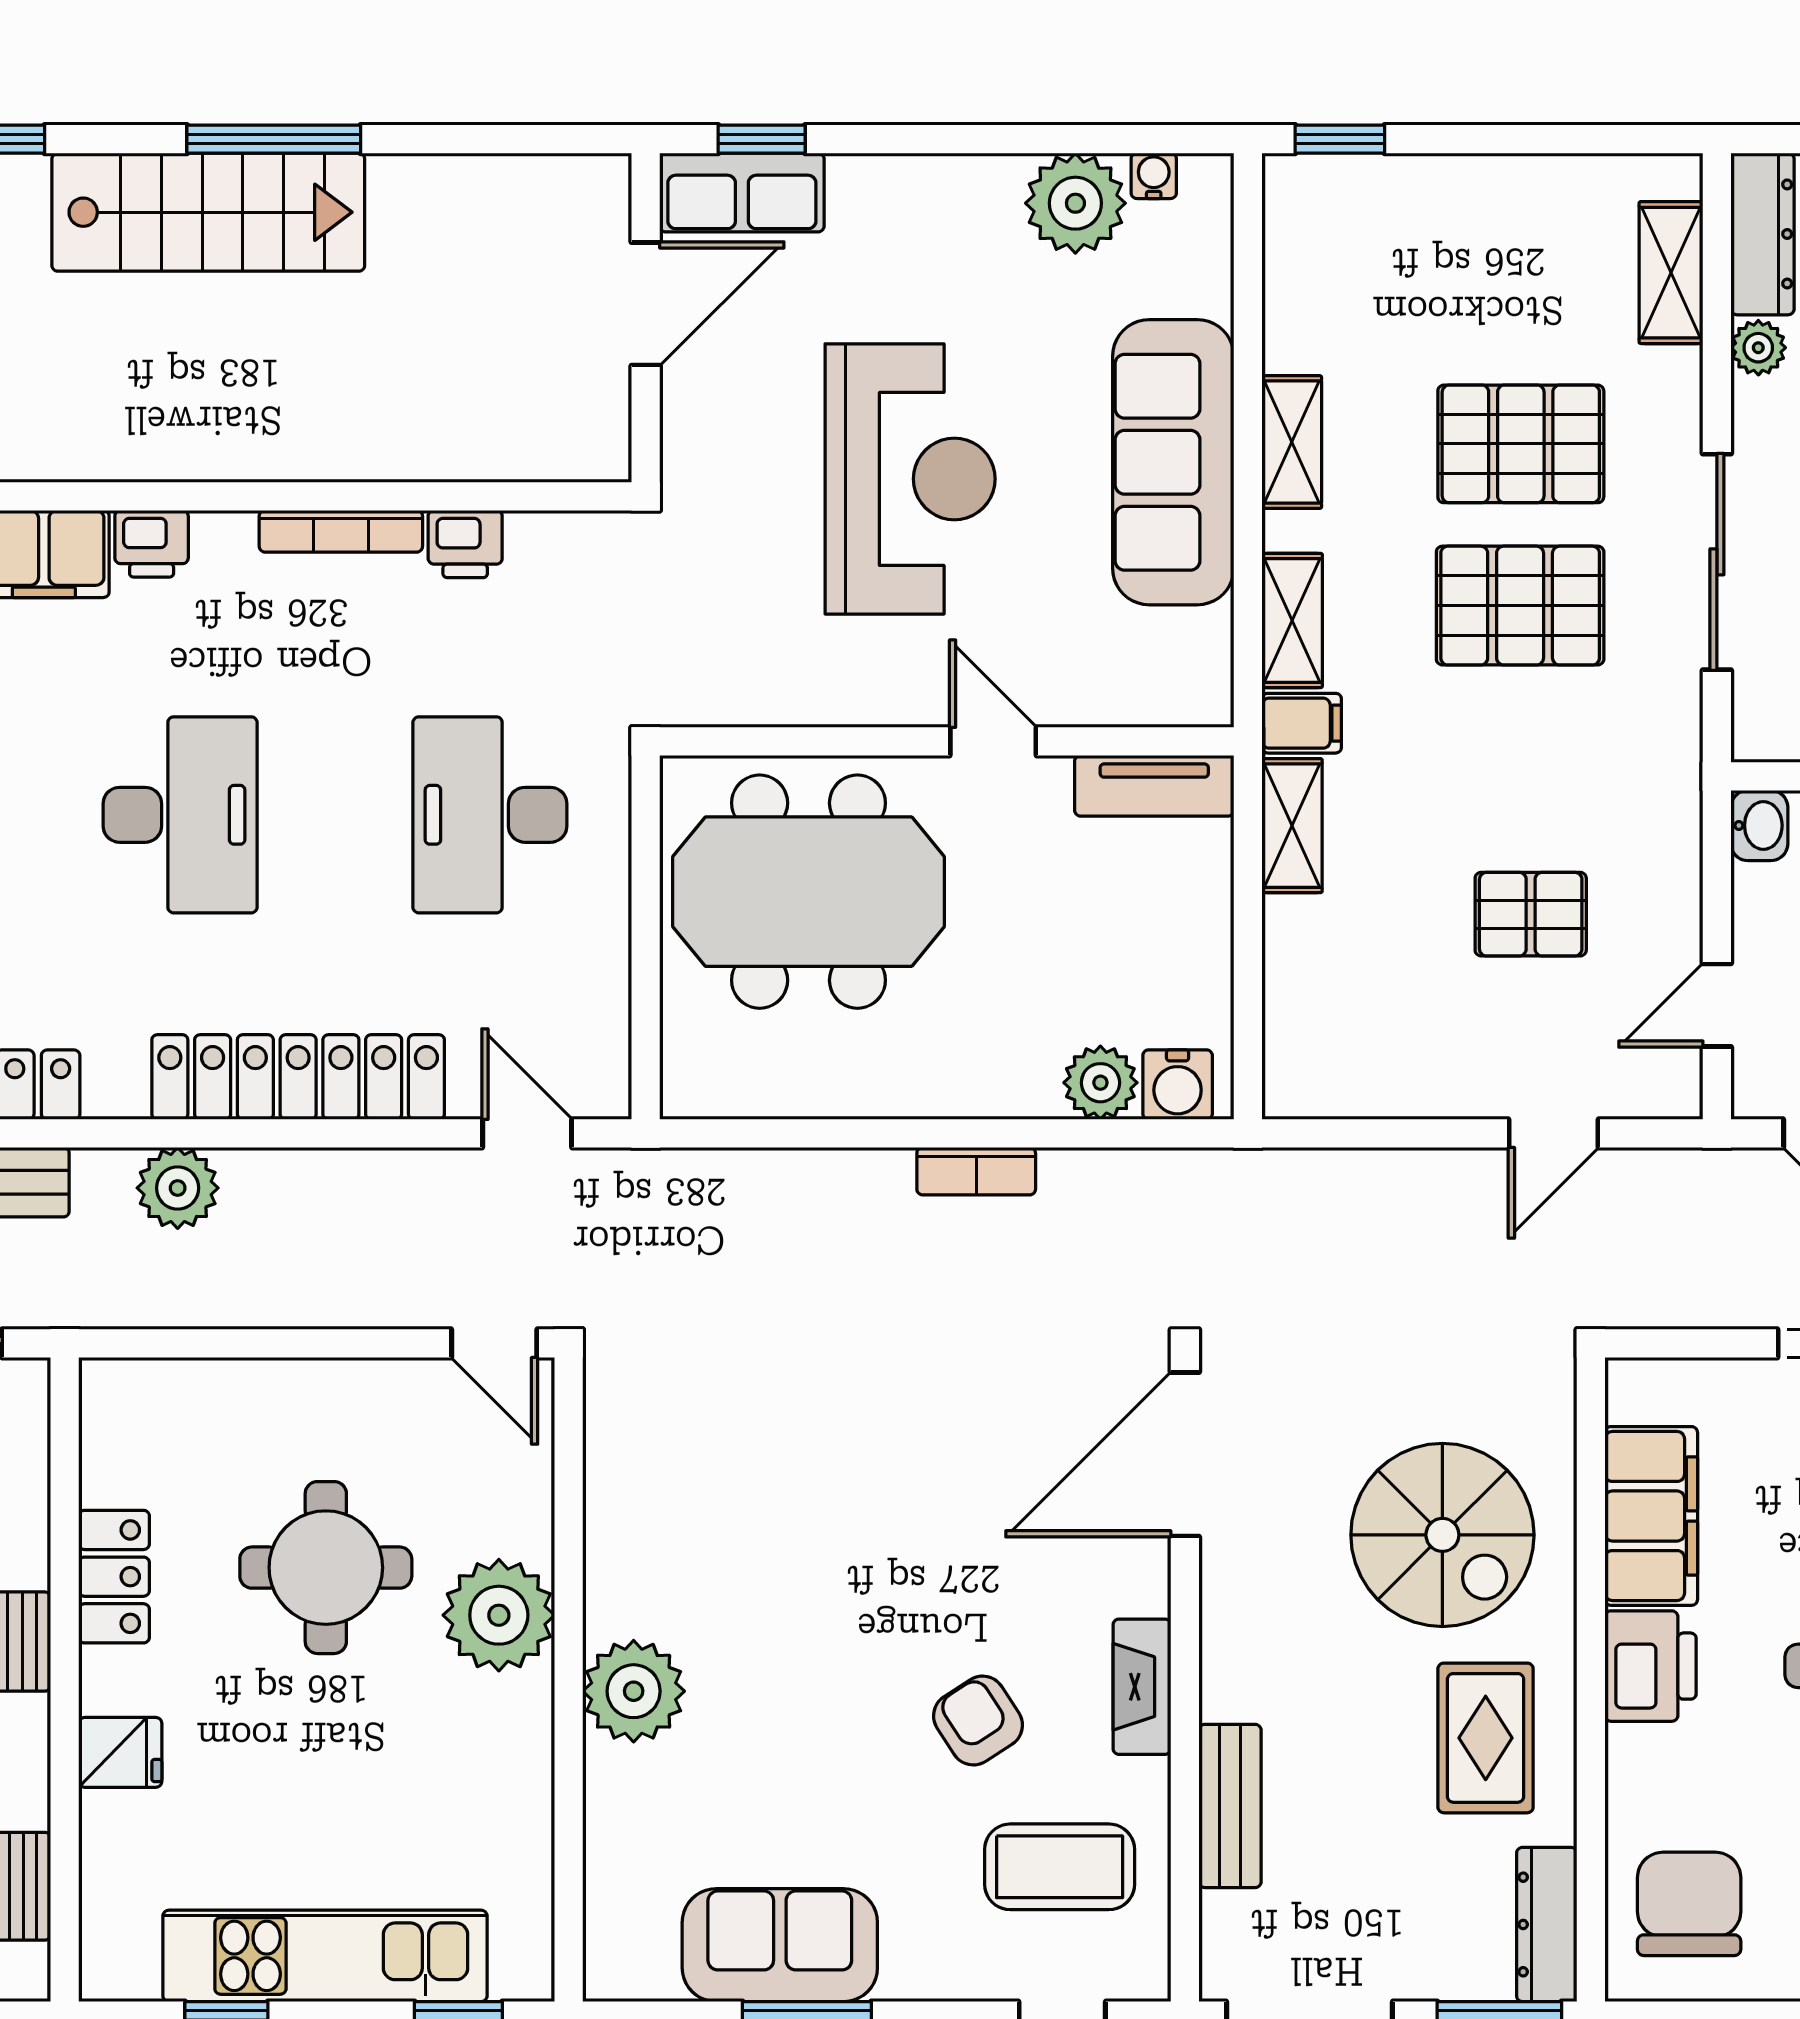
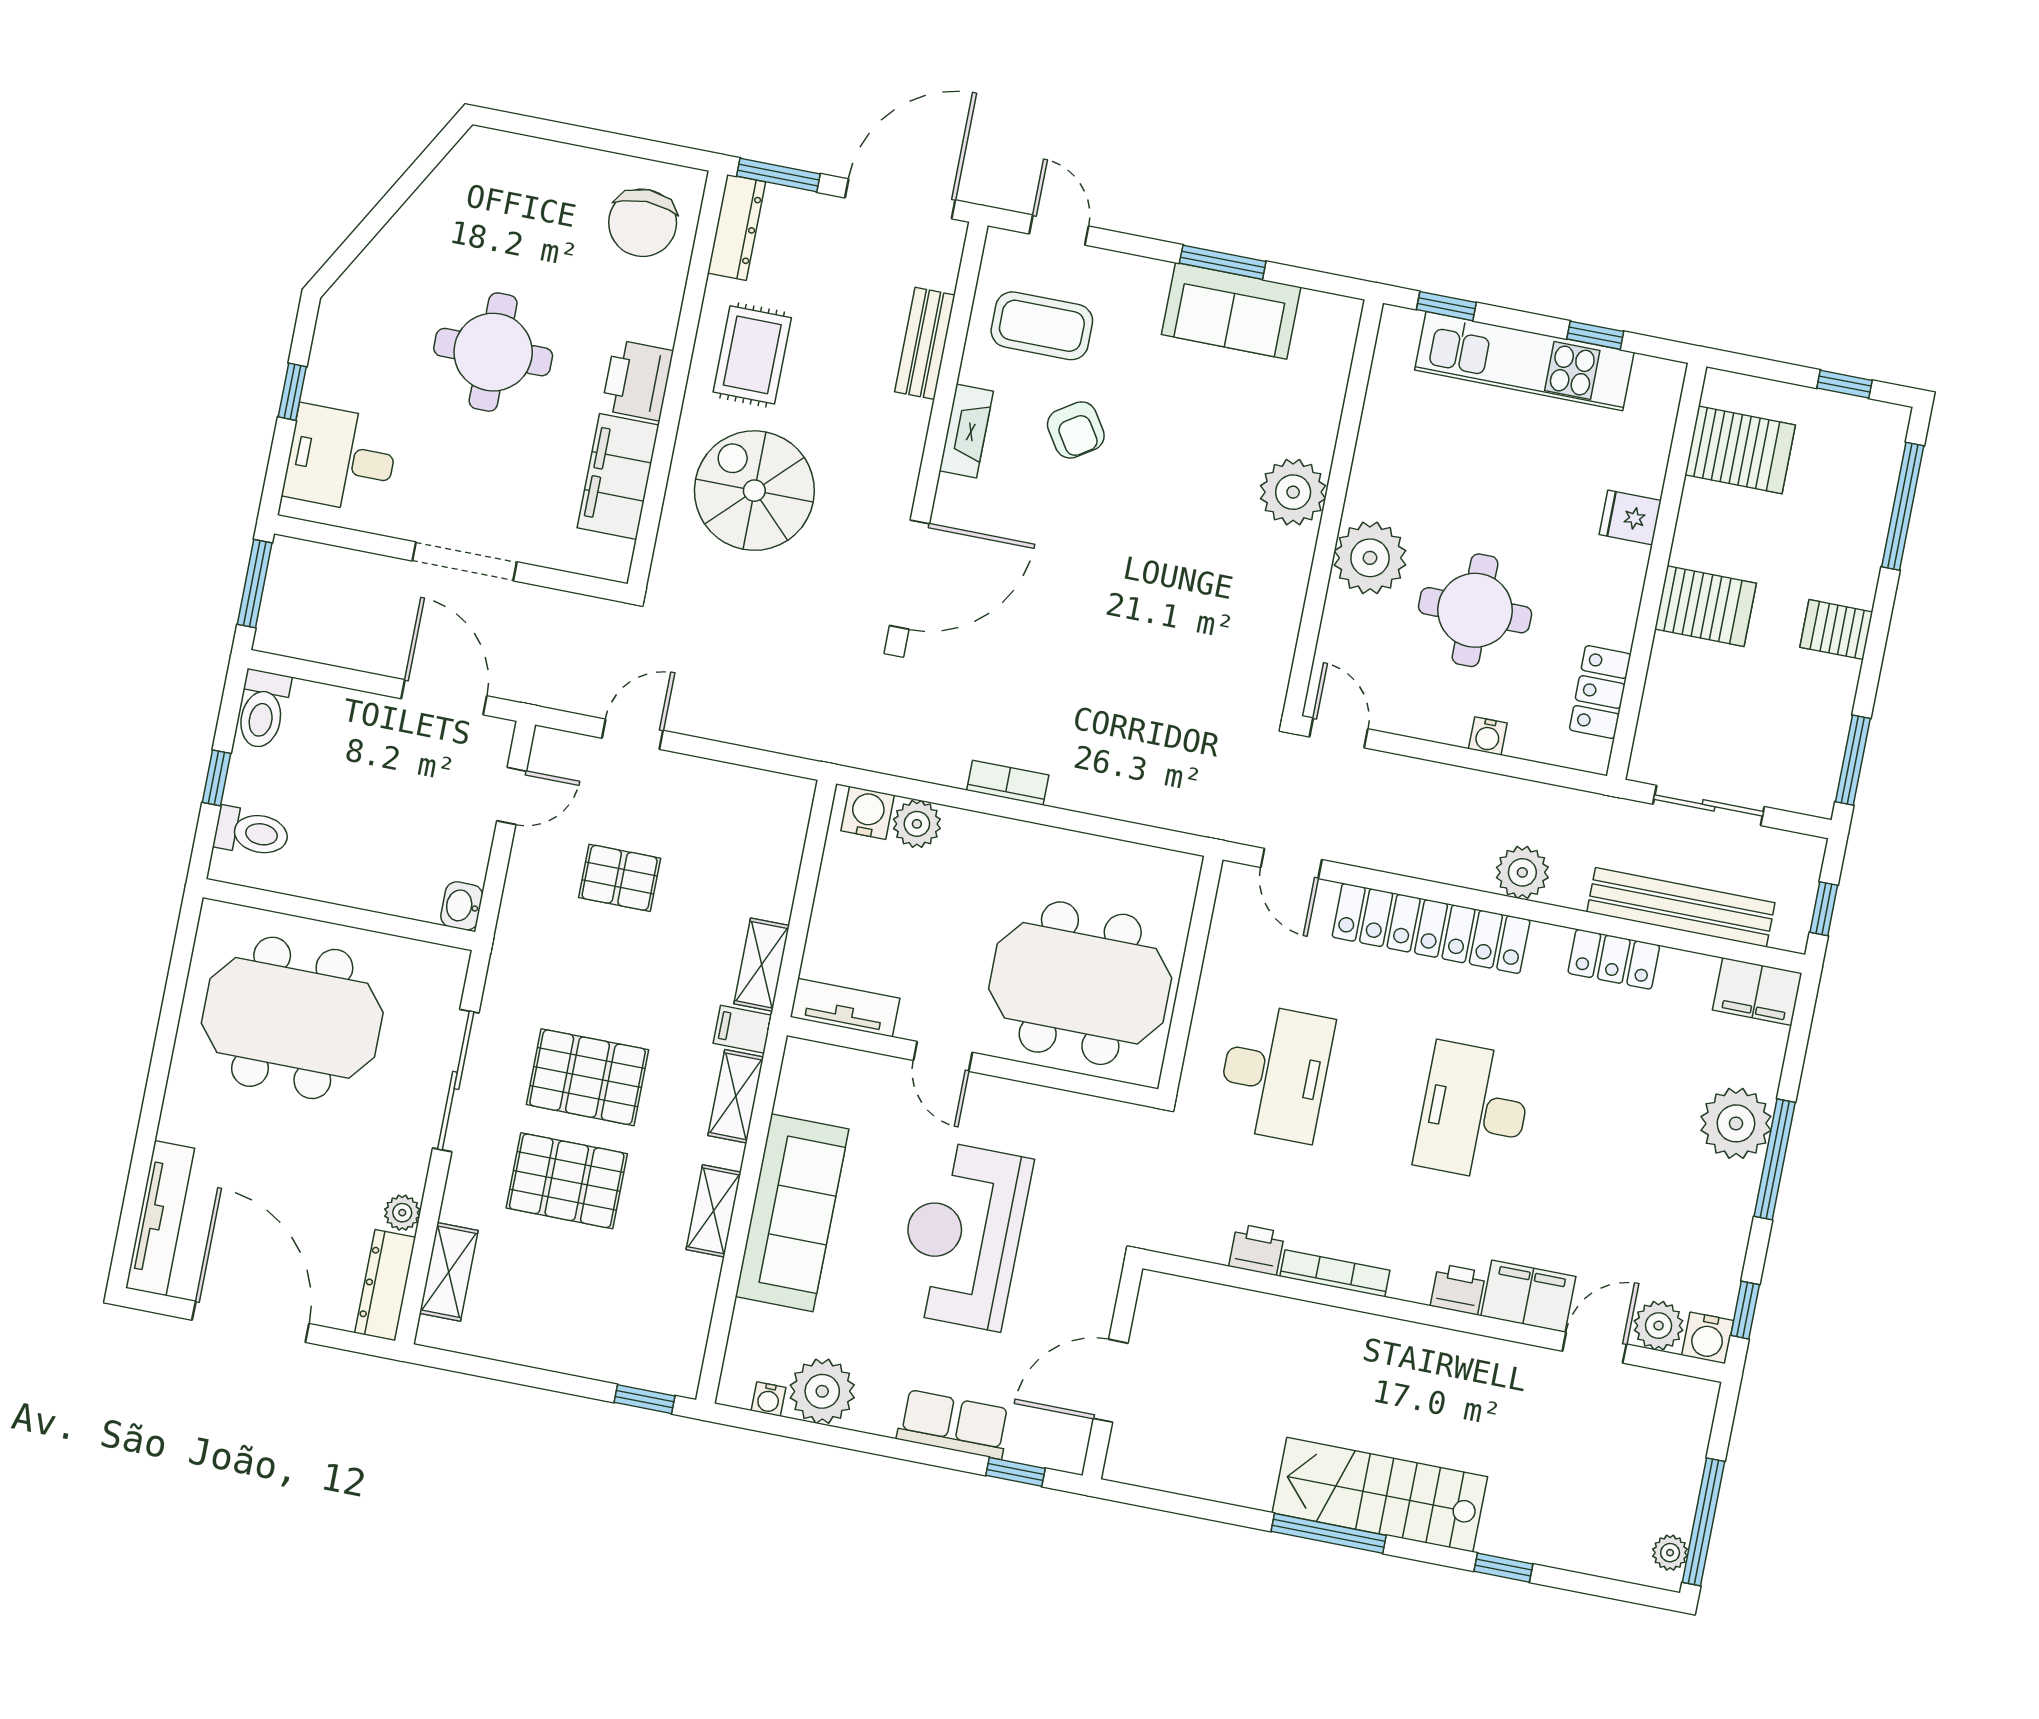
row of seats: (742, 193) -> (954, 1424), moved
water cooler: (270, 1383) -> (1488, 736), added
locker: (114, 1577) -> (1600, 692), moved

